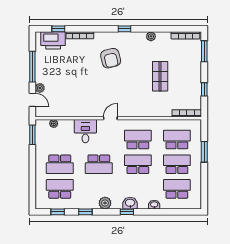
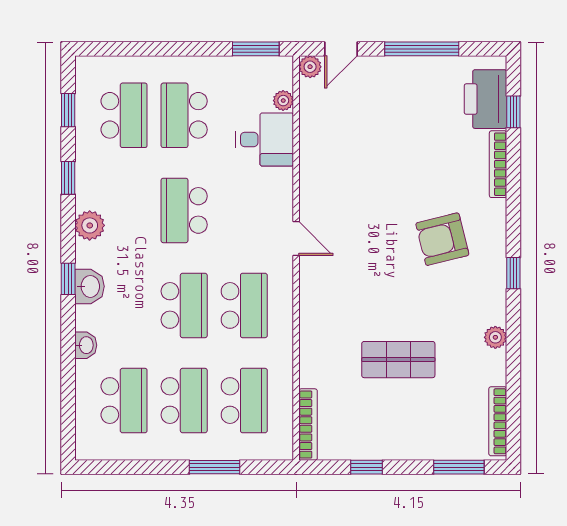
plant: (40, 88) -> (310, 67), moved
desk: (85, 131) -> (265, 140), moved

